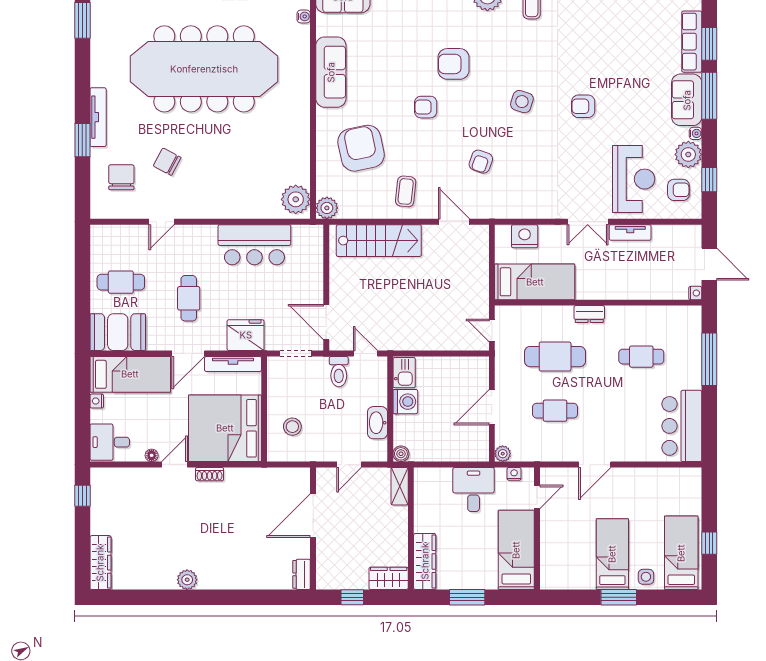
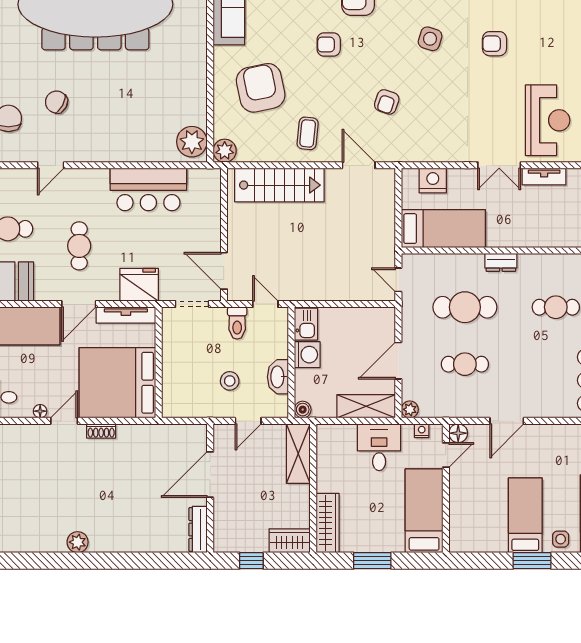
stool: (292, 427) -> (230, 381), moved
shelving: (461, 451) -> (366, 406), added
floor lamp: (549, 476) -> (458, 433), added
shelving: (400, 486) -> (298, 454), width x1.50, depth x1.33
dresser: (302, 574) -> (198, 530), width x1.44

